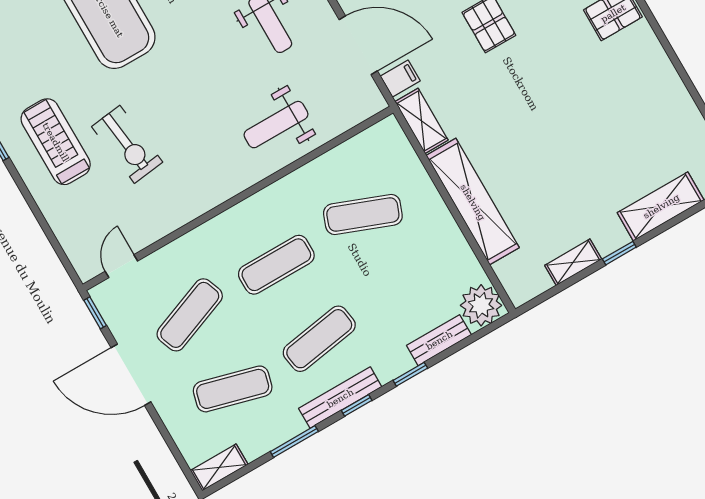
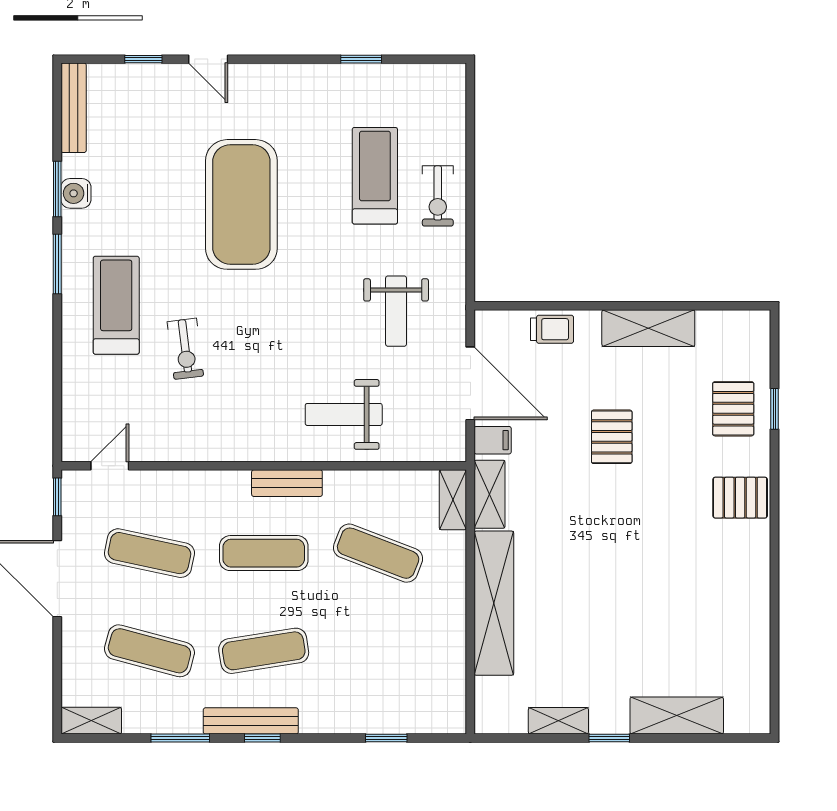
shelving: (396, 141) -> (453, 500), added
exercise bike: (127, 144) -> (185, 349), width x0.73, depth x0.72
plant: (481, 305) -> (443, 710), removed
exercise mat: (190, 315) -> (149, 553), turned 33
bench: (439, 340) -> (287, 483), moved
window: (410, 374) -> (386, 738), moved

